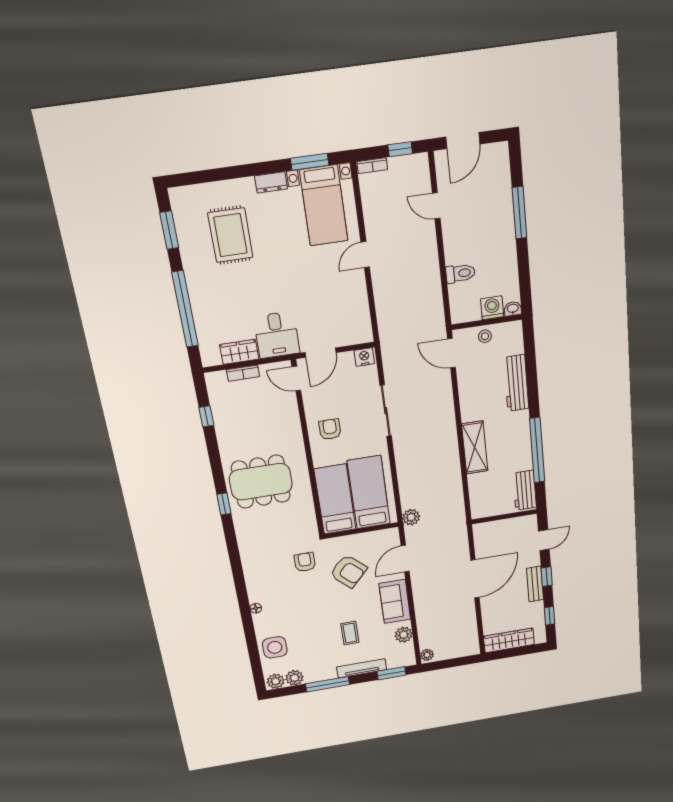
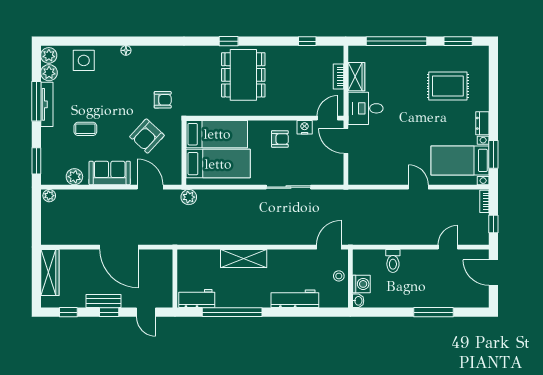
nightstand: (364, 357) -> (305, 127), moved, turned -90
tv unit: (362, 668) -> (47, 104), moved

